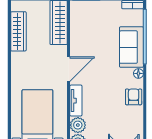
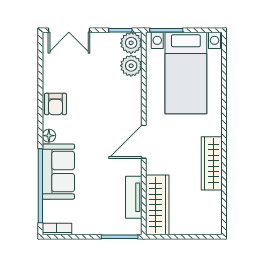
wardrobe: (18, 31) -> (212, 163), moved
tv unit: (76, 101) -> (134, 197), moved

